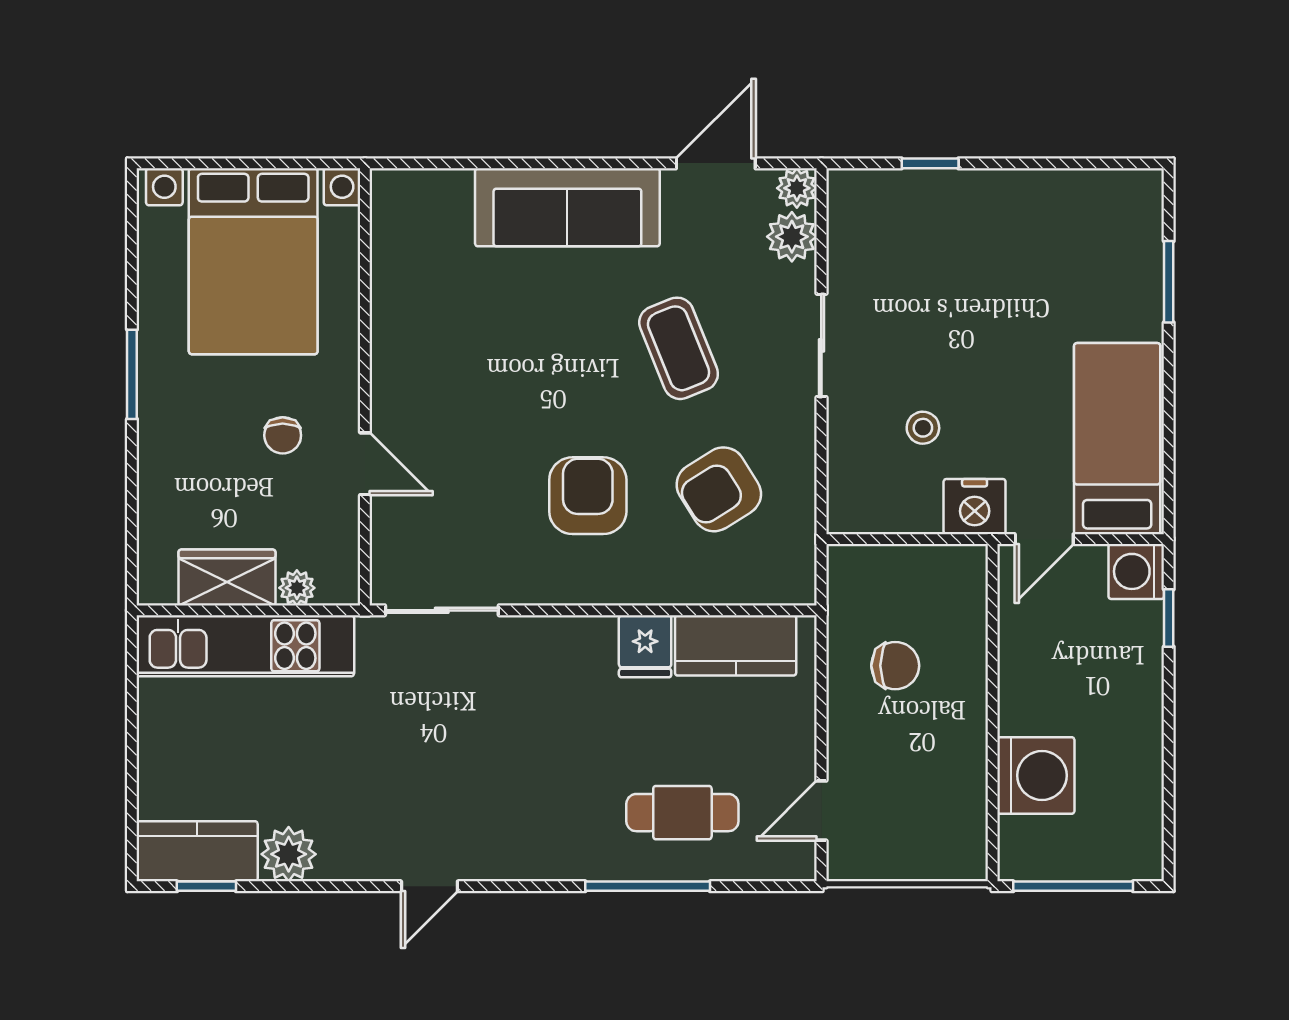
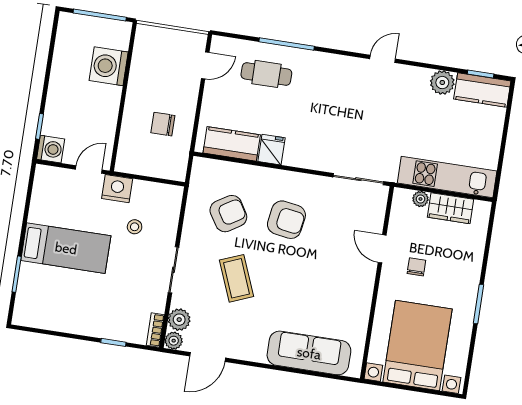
bookcase: (841, 205) -> (155, 330), added
sofa: (567, 207) -> (309, 353), moved
bed: (1117, 439) -> (66, 248), moved, turned -90
armchair: (588, 496) -> (286, 220), turned -81

